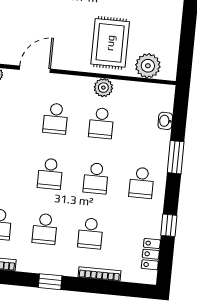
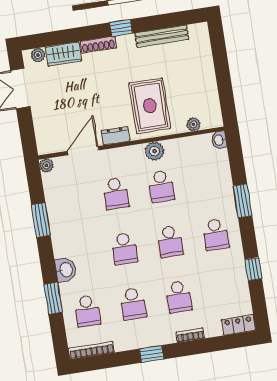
dresser: (70, 63) -> (115, 136), added
plant: (148, 66) -> (193, 124), width x0.53, depth x0.53
washbasin: (165, 121) -> (219, 140), moved
locker: (151, 254) -> (238, 325), moved, turned 90
bookcase: (99, 274) -> (190, 335), width x0.64

